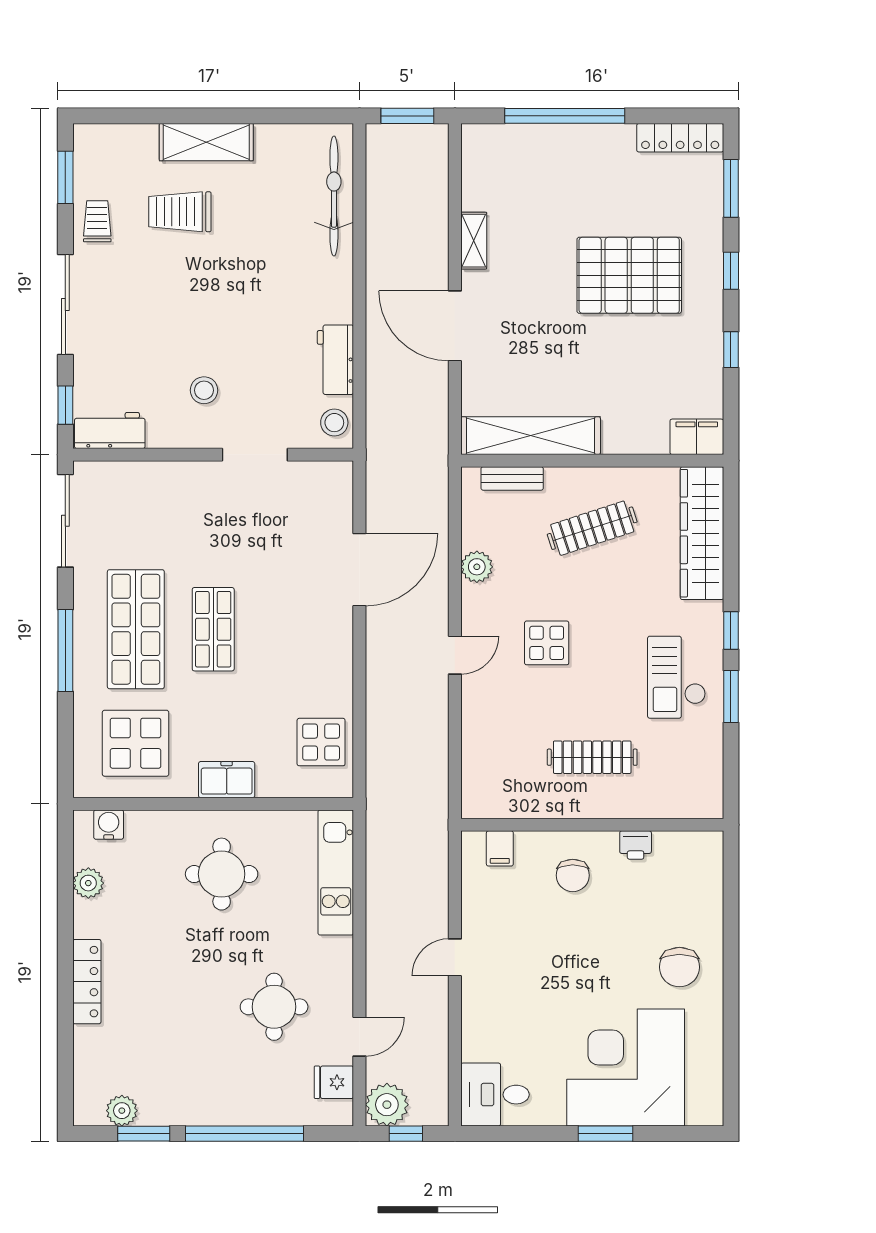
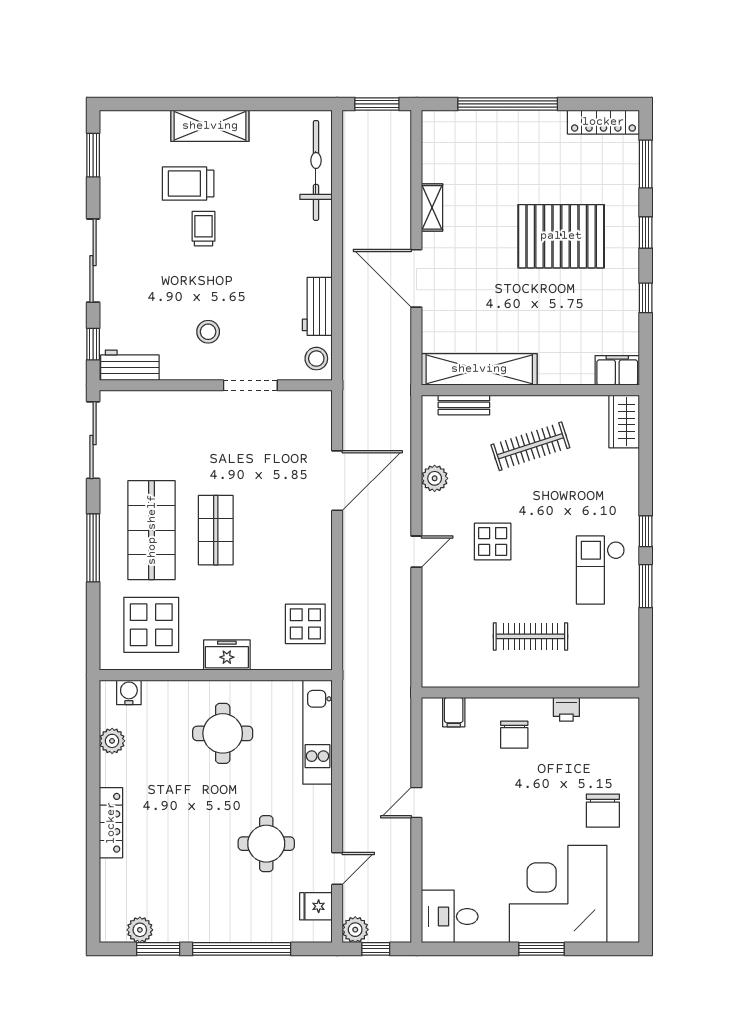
trolley: (97, 221) -> (204, 229), moved
wardrobe: (702, 533) -> (624, 421), width x0.48, depth x0.85
plant: (387, 1105) -> (355, 930), width x0.73, depth x0.73

